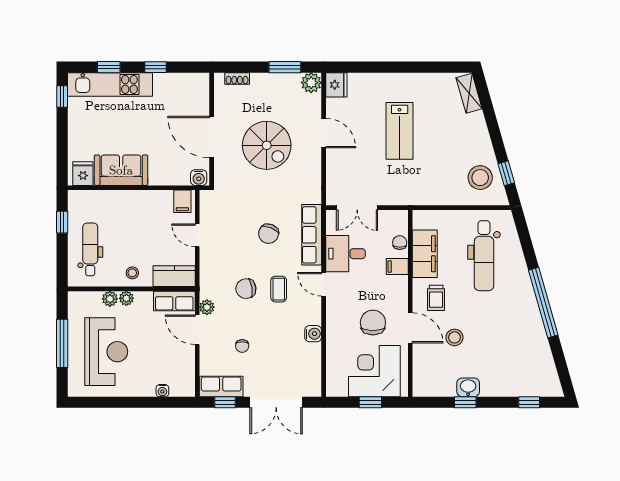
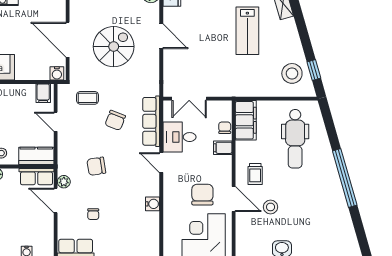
lab bench: (400, 131) -> (247, 31), moved
spiral stairs: (267, 145) -> (114, 47), turned -90
filing cabinet: (425, 254) -> (246, 120), moved
coffee table: (279, 289) -> (88, 98), moved, turned 90

